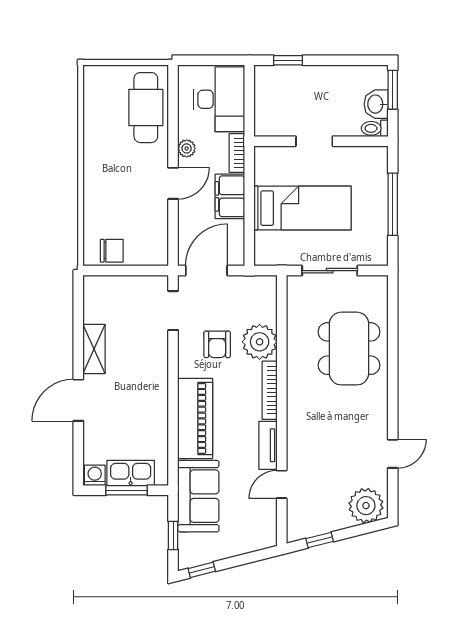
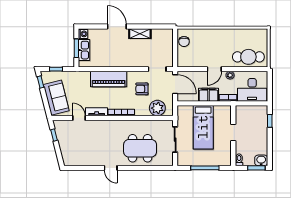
washbasin: (376, 104) -> (261, 160), moved
door: (173, 183) -> (214, 69), hinge flipped
plant: (260, 342) -> (157, 108), moved
door: (393, 454) -> (111, 168), moved
sofa: (198, 496) -> (56, 98), moved, turned -104
plant: (366, 506) -> (69, 156), removed

